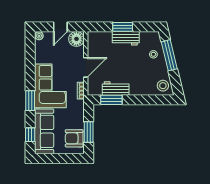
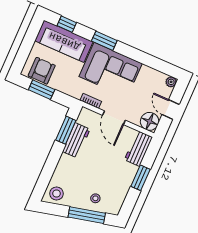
workbench: (126, 38) -> (138, 148), moved

